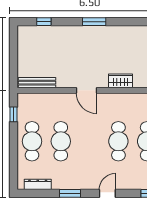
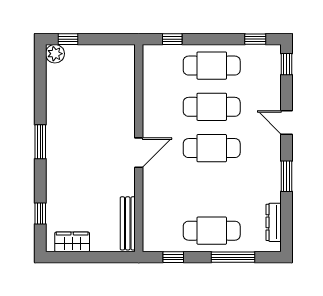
wardrobe: (121, 81) -> (72, 242), moved, turned 90
cafe table: (61, 141) -> (212, 148), moved
window: (14, 156) -> (233, 257), added

